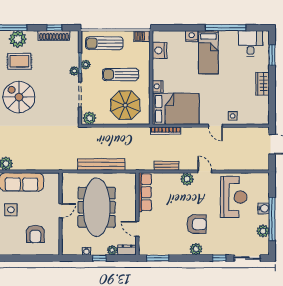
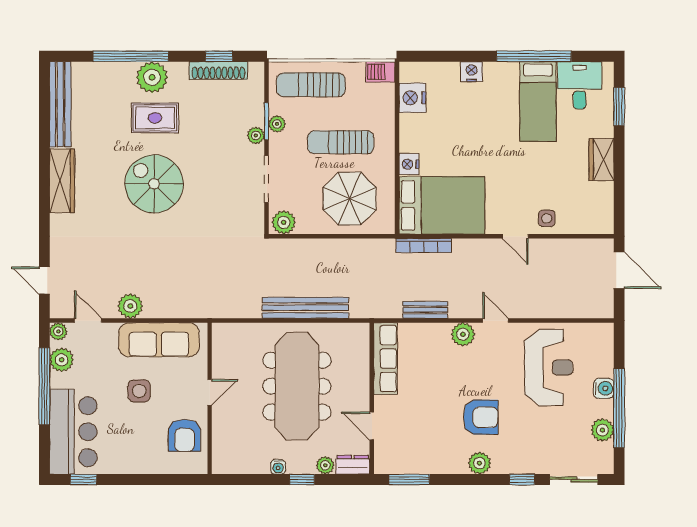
bed: (208, 52) -> (538, 102), moved
door: (61, 211) -> (210, 392), moved
wall: (61, 214) -> (210, 398), moved

